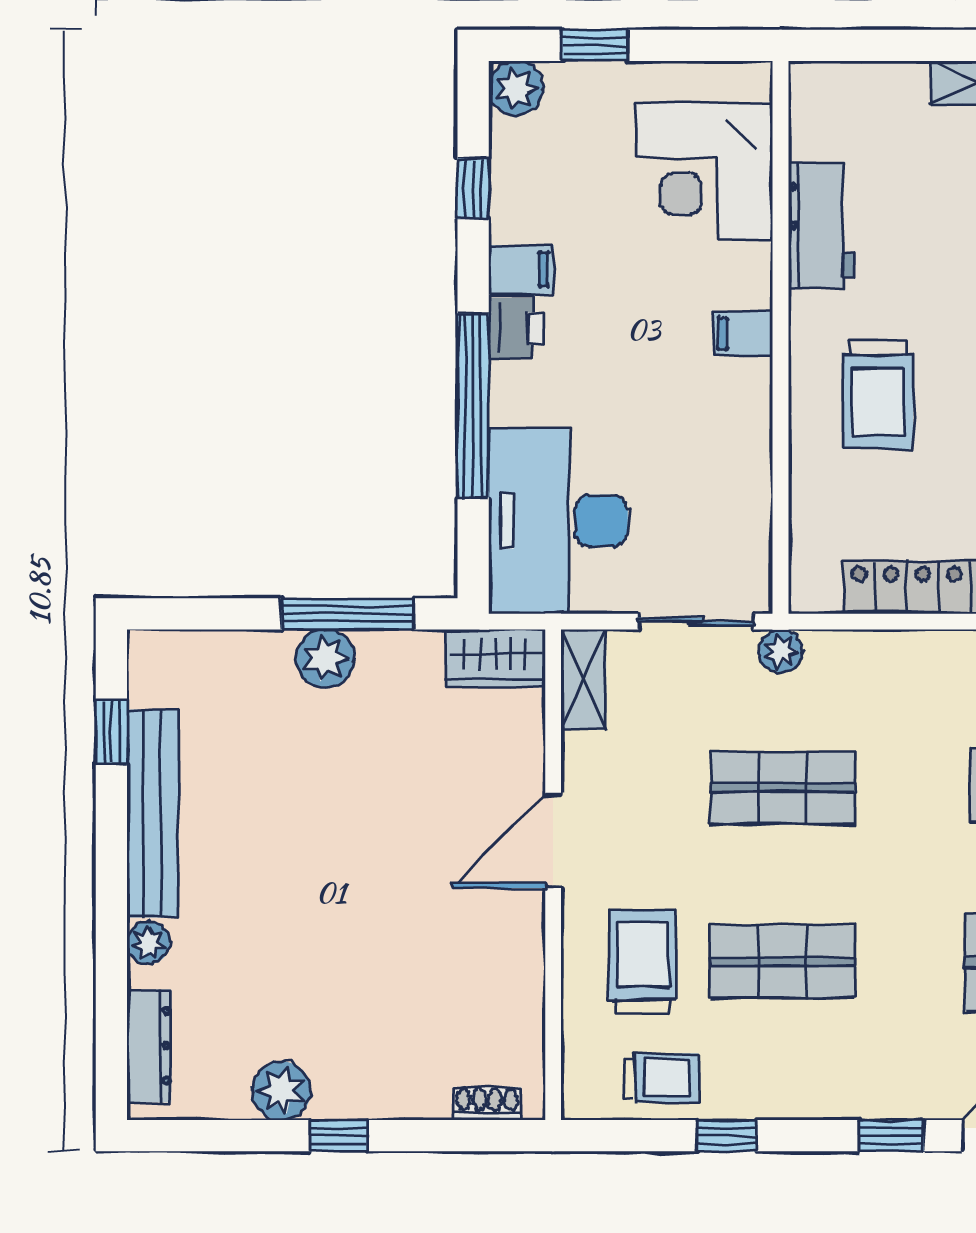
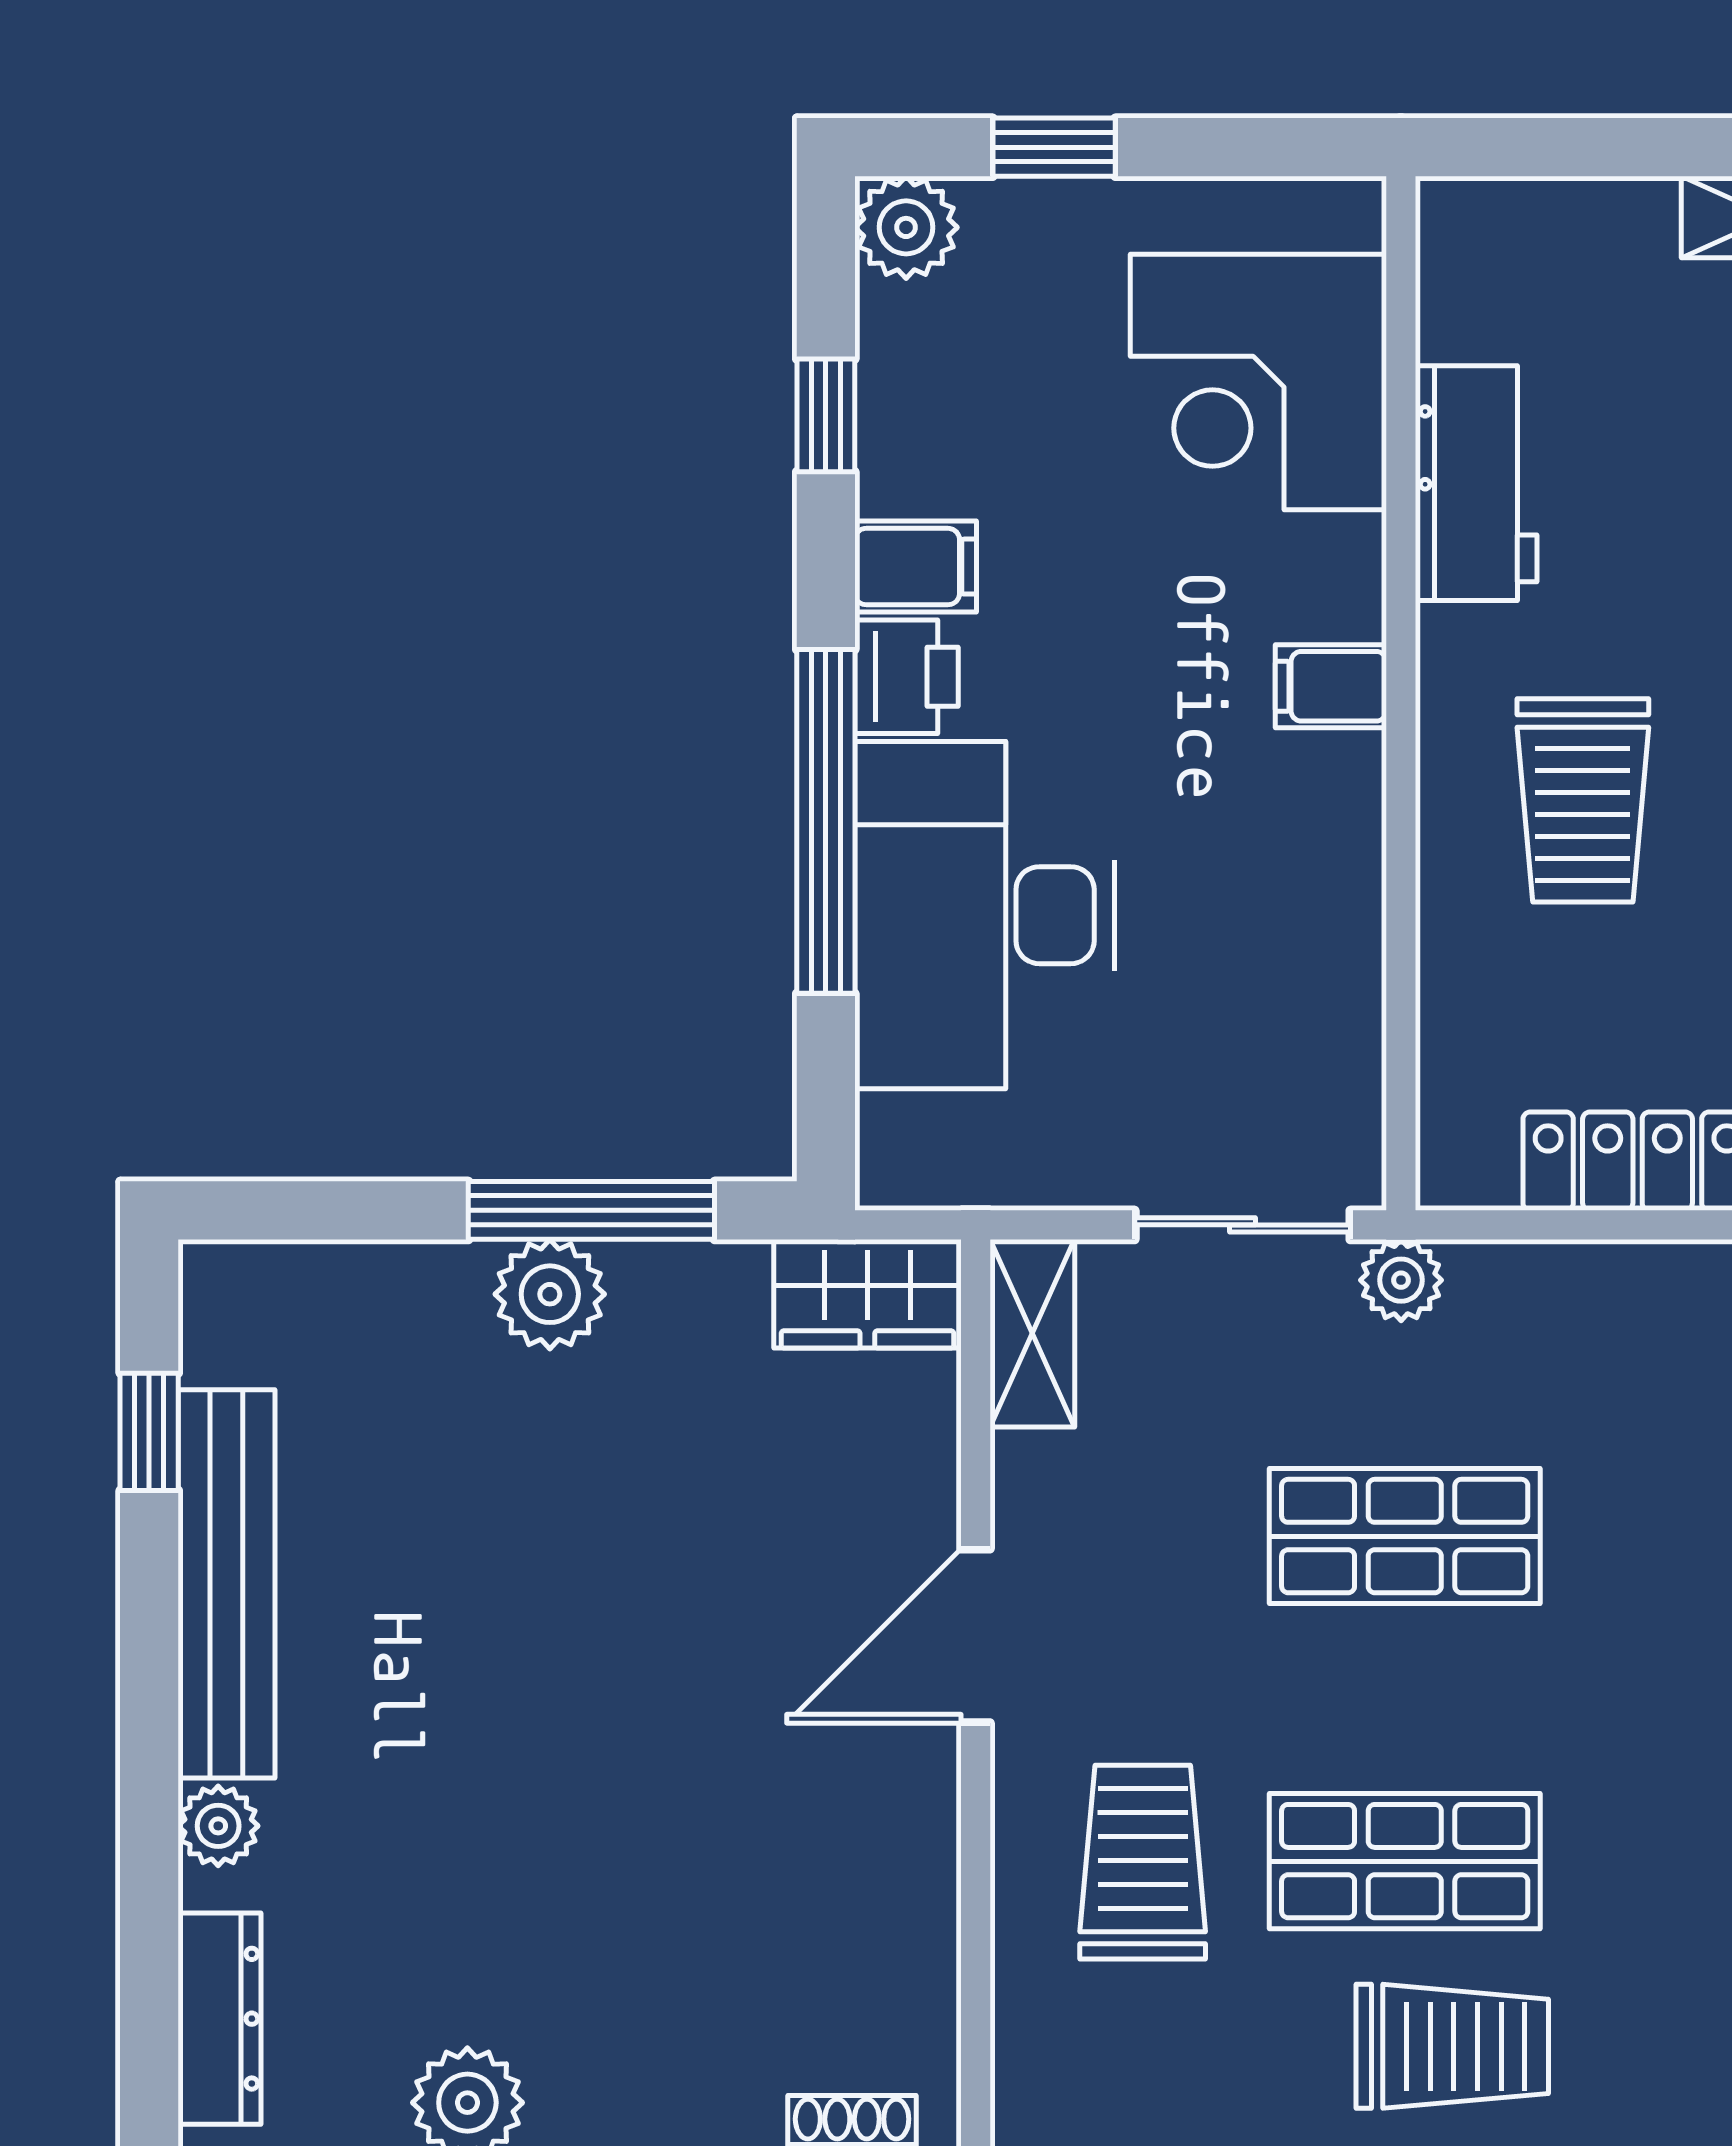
desk: (558, 521) -> (985, 915), moved
trolley: (661, 1078) -> (1452, 2046), moved, width x1.36, depth x1.39

